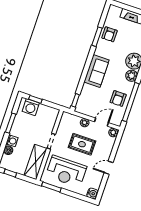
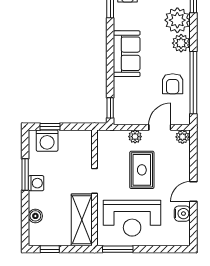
washing machine: (12, 141) -> (36, 183), moved
rug: (82, 144) -> (142, 170), turned 90
water cooler: (92, 193) -> (182, 214), moved

